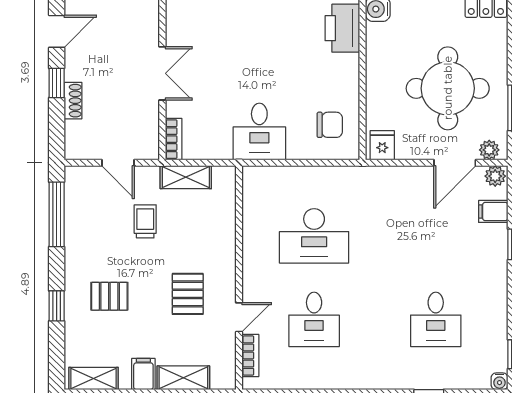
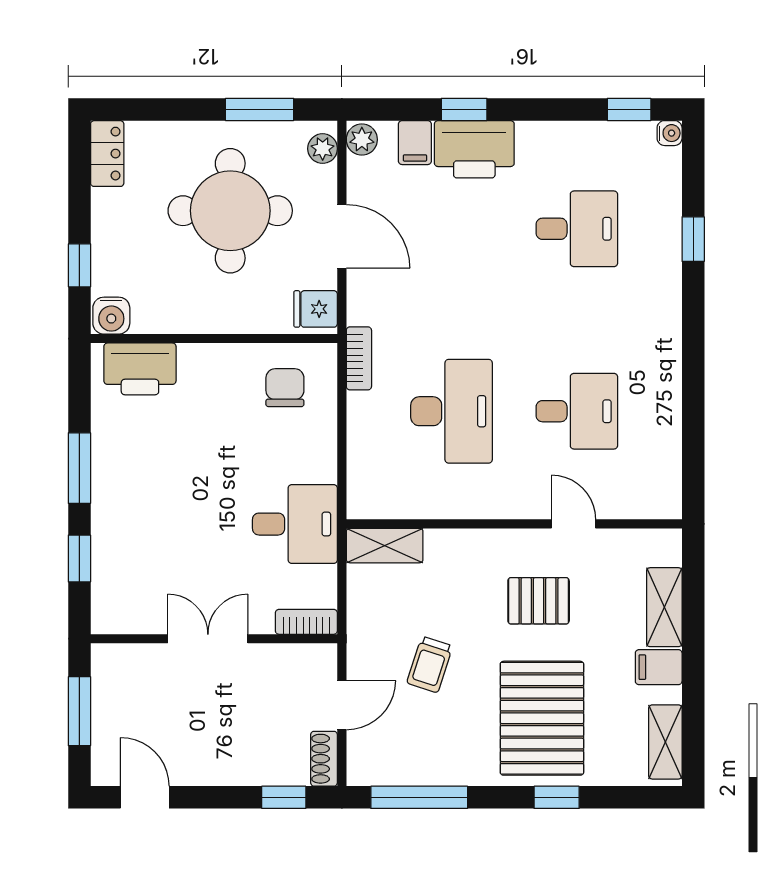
window: (57, 83) -> (284, 797), moved
shoe rack: (73, 101) -> (324, 759), moved, turned -90
desk: (259, 131) -> (295, 524), moved
door: (455, 163) -> (342, 236), moved
shelving: (186, 177) -> (385, 546), moved, turned 90
trolley: (145, 221) -> (430, 664), turned -72
printer: (489, 251) -> (474, 149), added
pallet: (109, 296) -> (542, 718), width x2.05, depth x2.00
bookcase: (250, 356) -> (359, 358), moved, turned 90

